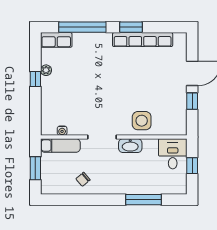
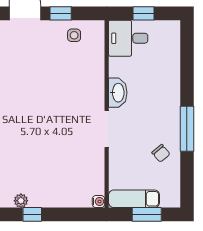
side table: (142, 121) -> (74, 35), moved, width x0.54, depth x0.54
water cooler: (62, 131) -> (99, 202), moved
exam couch: (60, 146) -> (134, 199), moved, turned -90
window: (143, 200) -> (187, 129), moved

